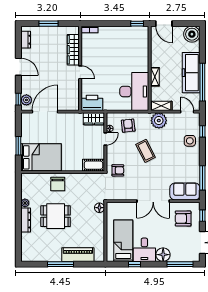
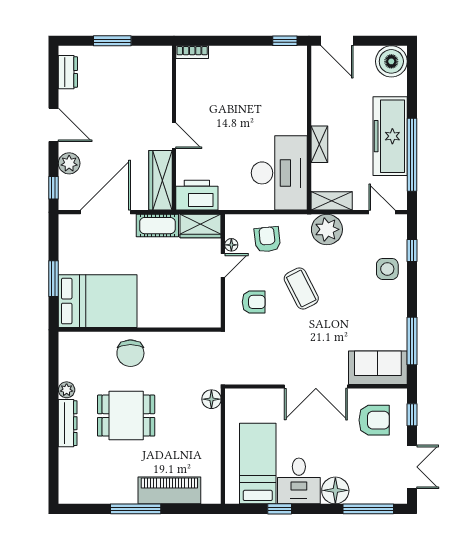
wardrobe: (73, 50) -> (160, 180), moved
plant: (26, 100) -> (69, 163), moved
cot: (94, 165) -> (157, 226), moved
armchair: (118, 170) -> (254, 302), moved
armchair: (183, 218) -> (374, 420), turned 180

